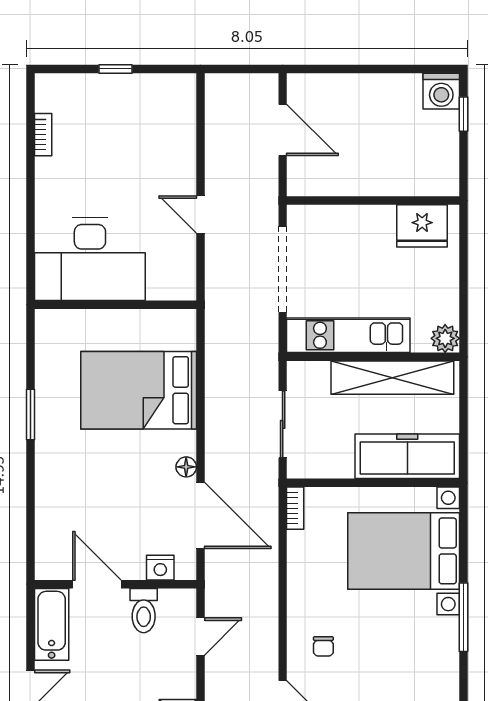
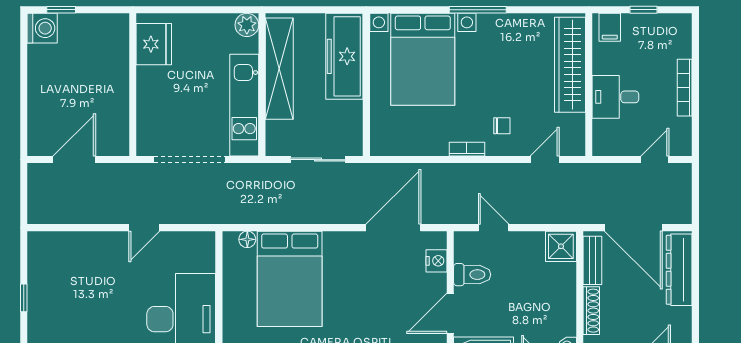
floor lamp: (186, 467) -> (247, 239), moved
bookcase: (295, 508) -> (467, 149), moved

